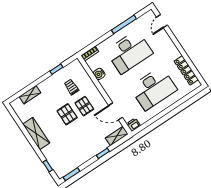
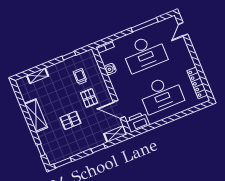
pallet: (67, 114) -> (71, 120), moved, turned 90
printer: (133, 125) -> (138, 122), width x1.87, depth x1.48

